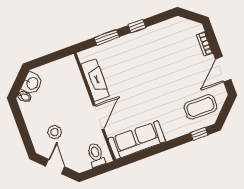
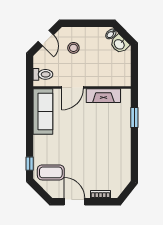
window: (137, 26) -> (134, 145), removed
coffee table: (200, 107) -> (51, 172), turned 90
door: (98, 117) -> (73, 87), hinge flipped
door: (55, 166) -> (46, 38), hinge flipped

